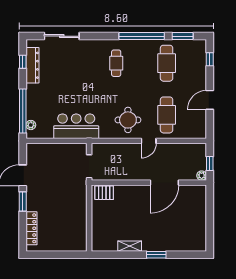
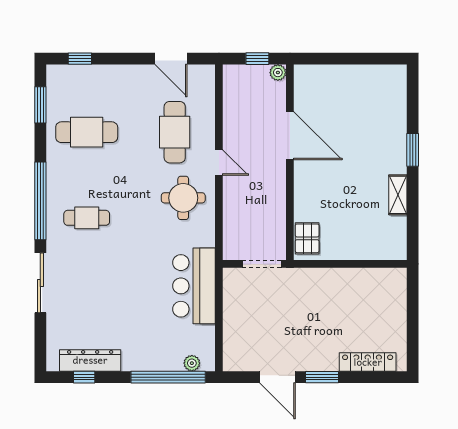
sliding door: (62, 36) -> (40, 283), moved
window: (142, 36) -> (40, 201), moved
door: (210, 100) -> (171, 59), moved
cafe table: (167, 115) -> (175, 132), turned 90

